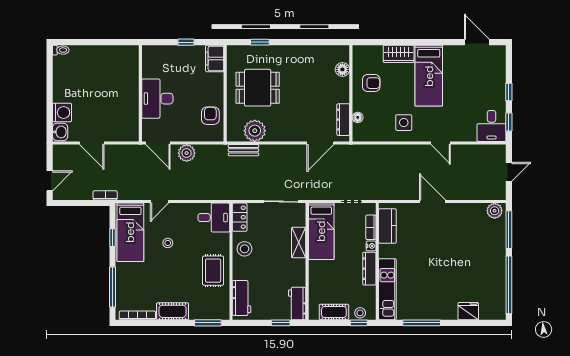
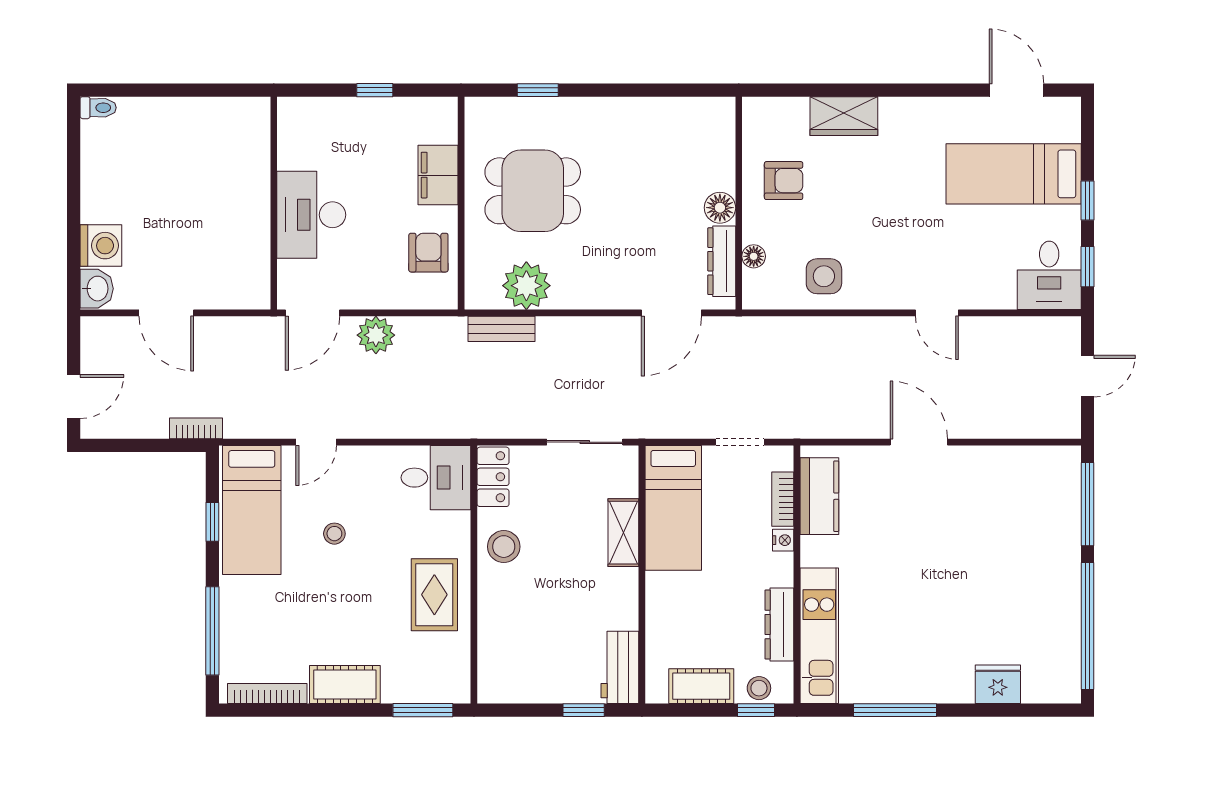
filing cabinet: (215, 59) -> (438, 175), moved
floor lamp: (342, 69) -> (720, 208), moved
bed: (429, 76) -> (1014, 174), moved, turned 90
side table: (404, 123) -> (824, 276), moved
door: (158, 143) -> (312, 313), hinge flipped
plant: (495, 211) -> (1056, 462), removed
dresser: (369, 269) -> (779, 624), moved
workbench: (242, 298) -> (497, 655), removed

